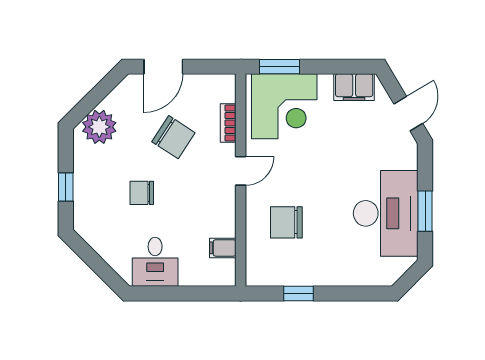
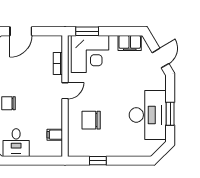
chair: (173, 137) -> (27, 72), removed

